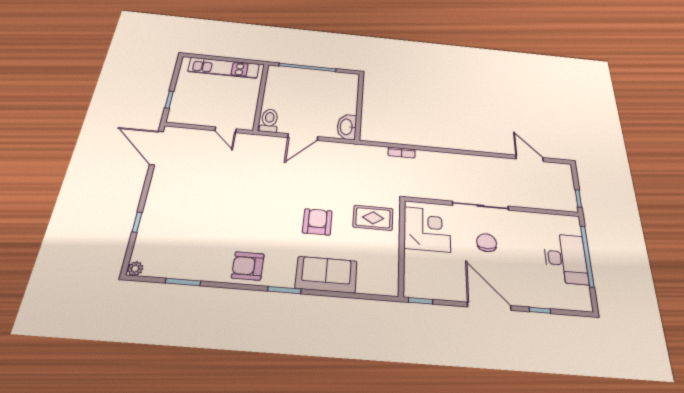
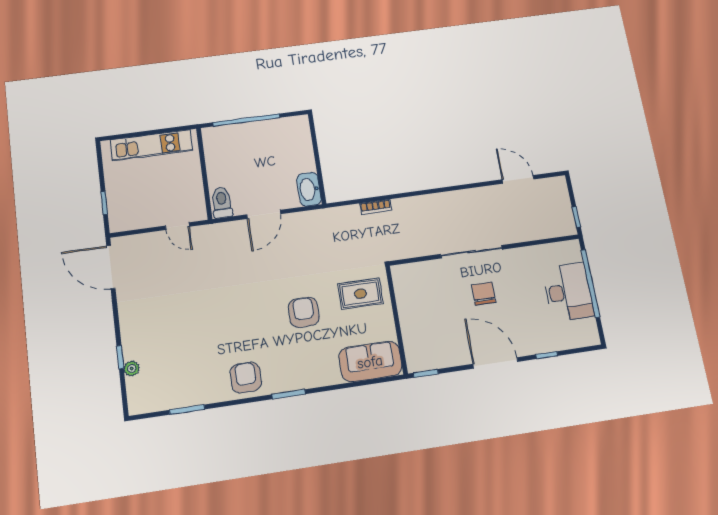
corner desk: (427, 229) -> (419, 293), removed
armchair: (248, 266) -> (246, 378), turned 90
plant: (135, 269) -> (132, 368), moved
sofa: (326, 275) -> (370, 362), moved

